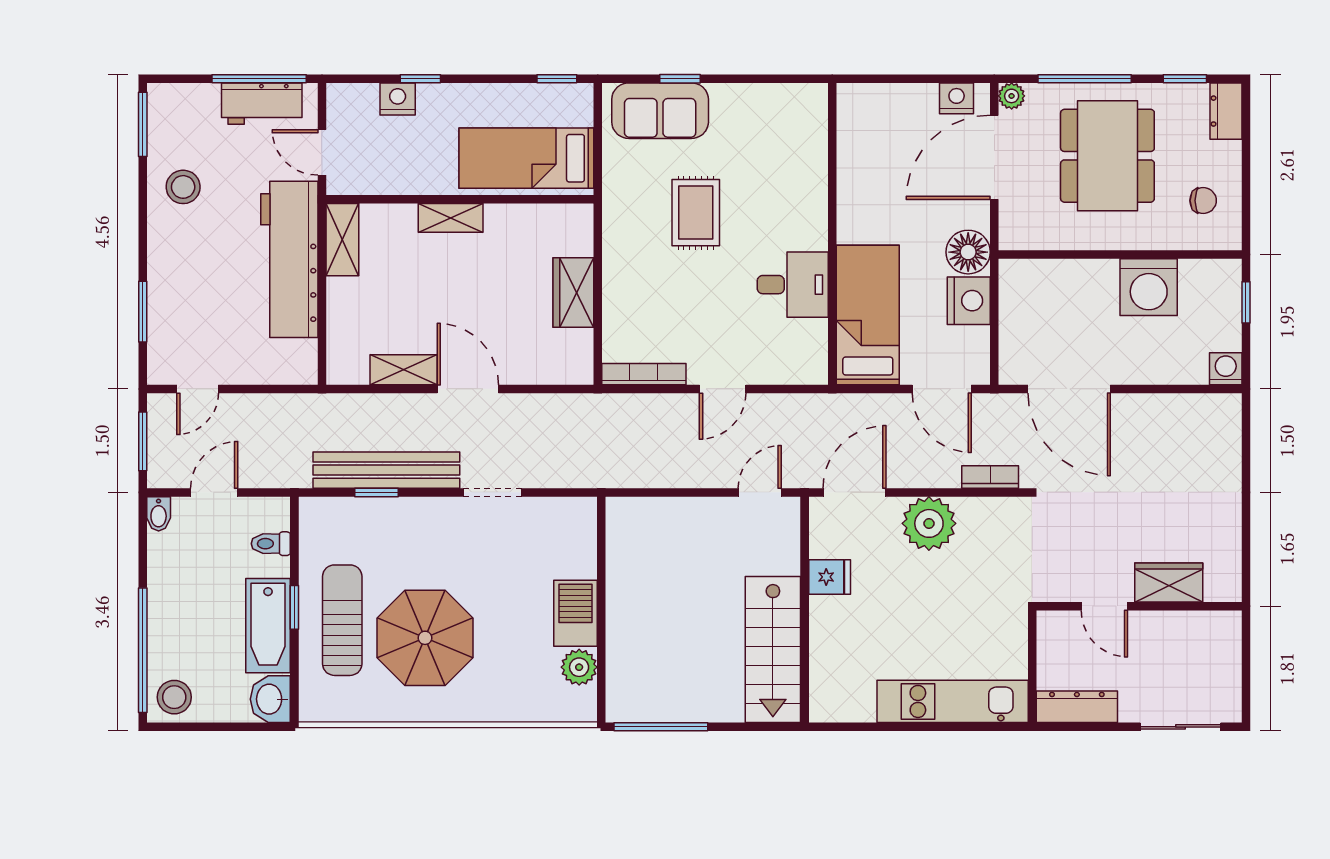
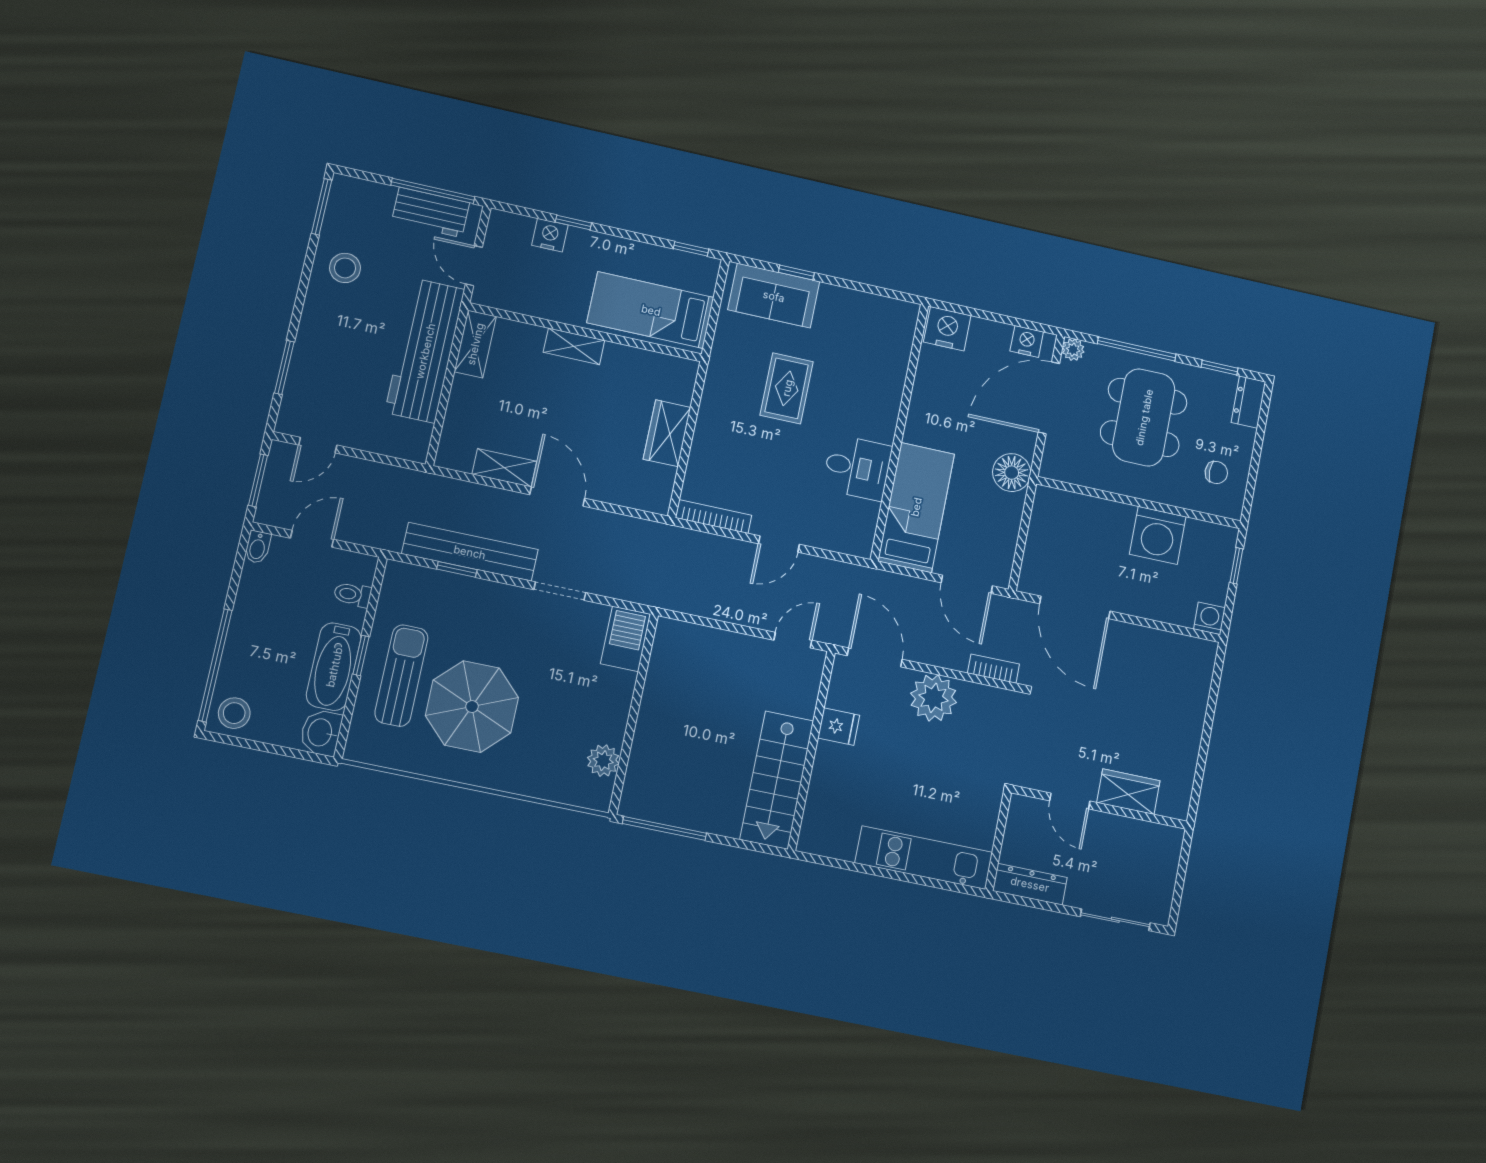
nightstand: (969, 301) -> (947, 329), moved, turned -90
door: (854, 492) -> (875, 657), hinge flipped
barbecue: (575, 613) -> (626, 639), moved

